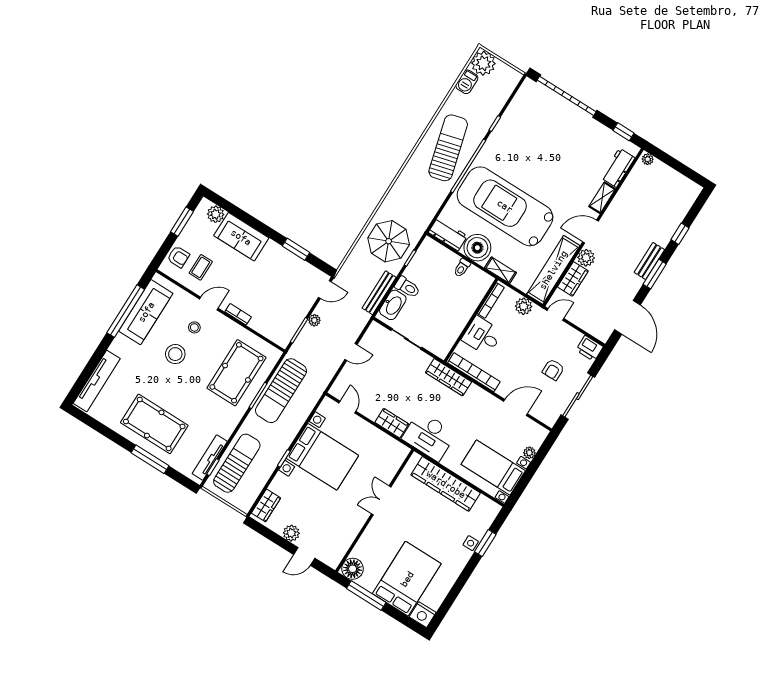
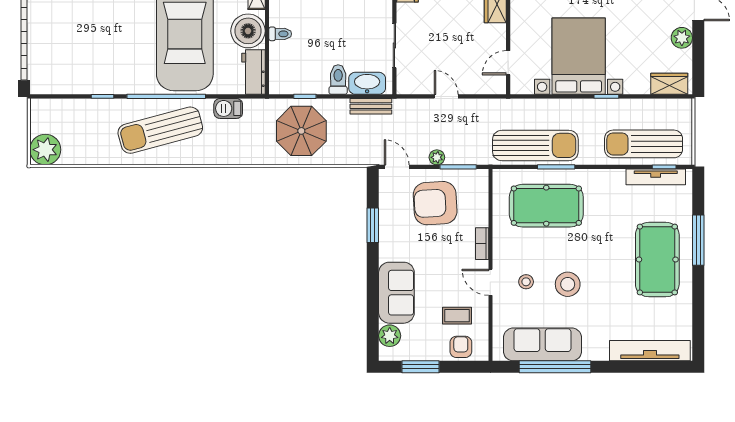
barbecue: (467, 82) -> (228, 108), moved, turned 180
bench: (379, 293) -> (371, 106), width x0.73
armchair: (285, 300) -> (435, 203), added

